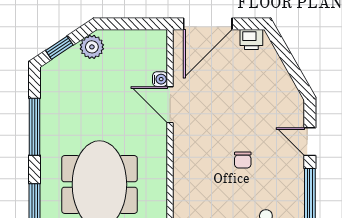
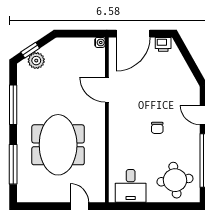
plant: (92, 47) -> (36, 61), moved
water cooler: (160, 79) -> (100, 42), moved

